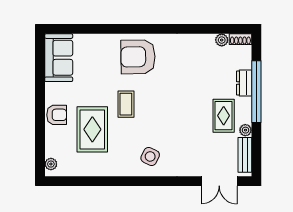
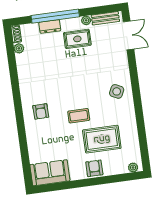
armchair: (138, 57) -> (41, 111), width x0.53, depth x0.53

